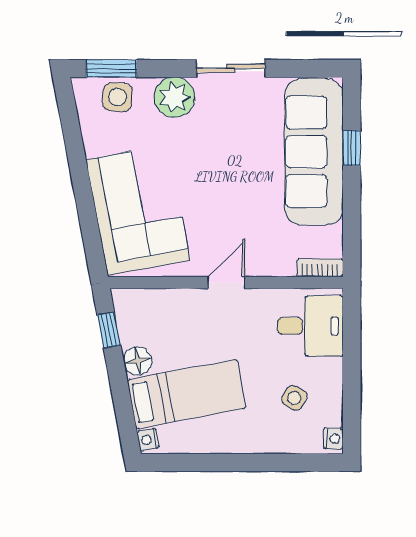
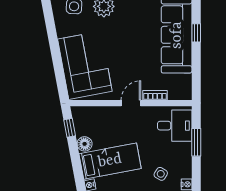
bookcase: (320, 268) -> (155, 95), moved
window: (352, 358) -> (196, 142), added
side table: (294, 398) -> (161, 174), moved

